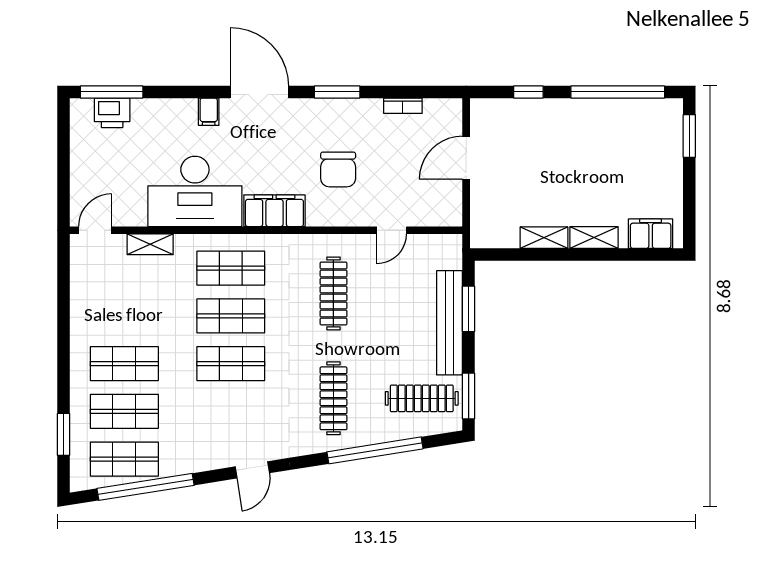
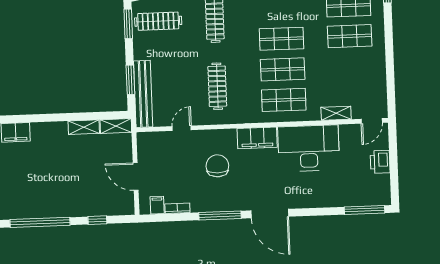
window: (337, 92) -> (220, 215), width x1.44
filing cabinet: (209, 112) -> (157, 205), moved
printer: (112, 113) -> (380, 162), moved, turned -90
door: (466, 158) -> (136, 177), swing flipped
shelving: (594, 238) -> (116, 126), moved
bench: (450, 323) -> (143, 94), moved

